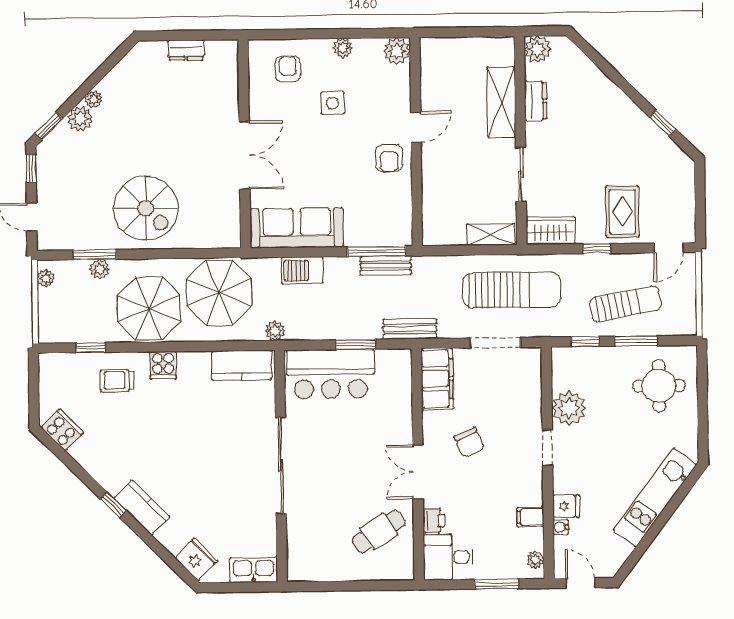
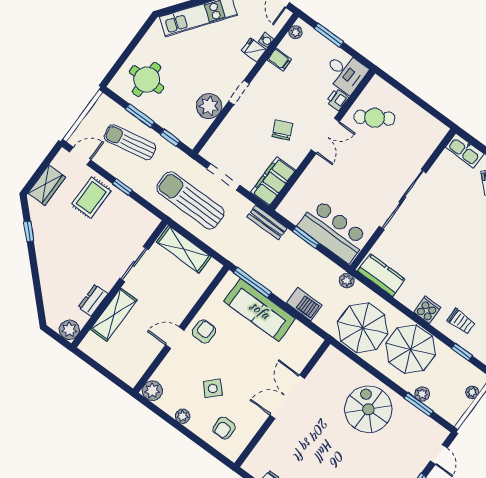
side table: (333, 103) -> (213, 388), turned 45
sofa: (297, 228) -> (260, 310), moved
wardrobe: (551, 230) -> (47, 185), moved, turned -90
shelving: (491, 235) -> (184, 249), width x1.50, depth x1.33
bench: (386, 266) -> (253, 270), removed
plant: (46, 278) -> (472, 392), moved

